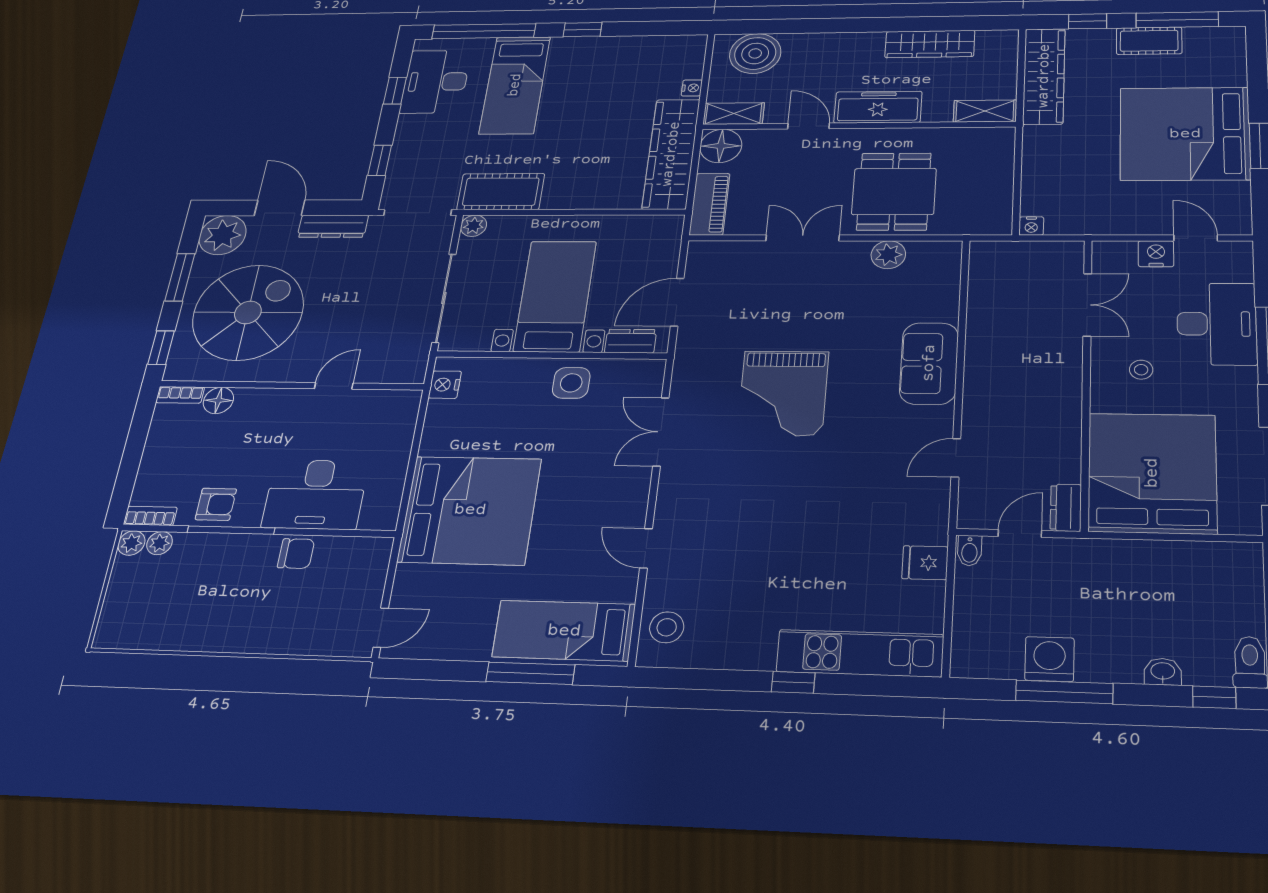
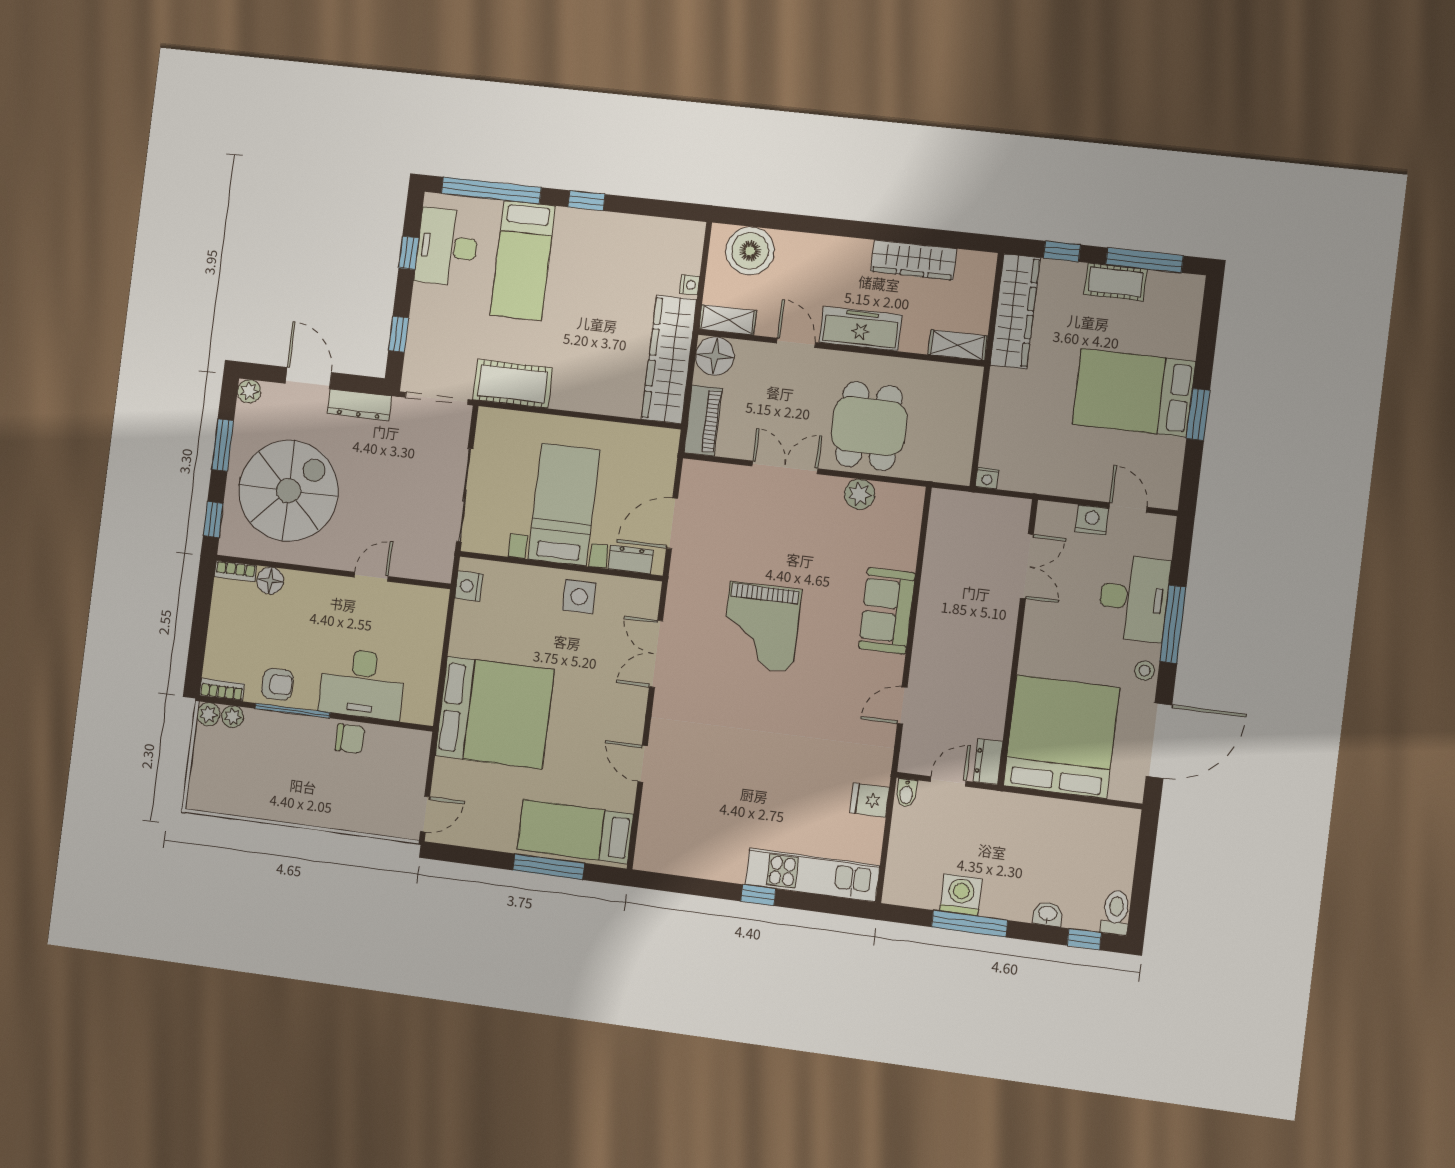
bed: (1185, 134) -> (1134, 393), width x0.73
plant: (474, 226) -> (489, 419), removed
plant: (223, 235) -> (249, 391), width x0.53, depth x0.53
stool: (1141, 370) -> (1145, 671), moved
stool: (667, 627) -> (659, 837), removed

